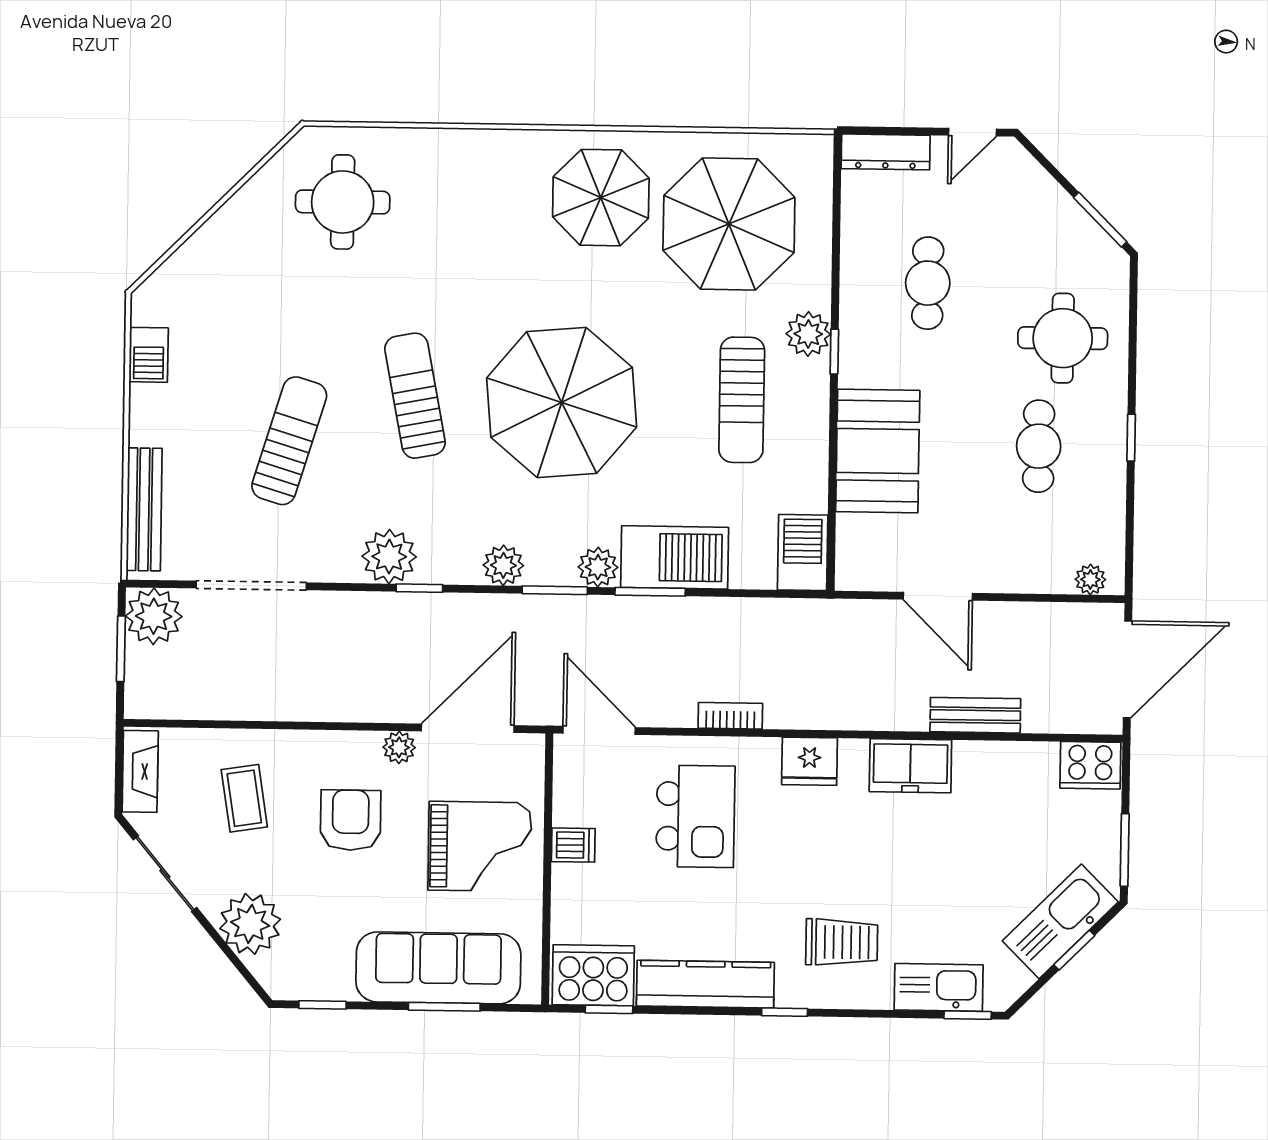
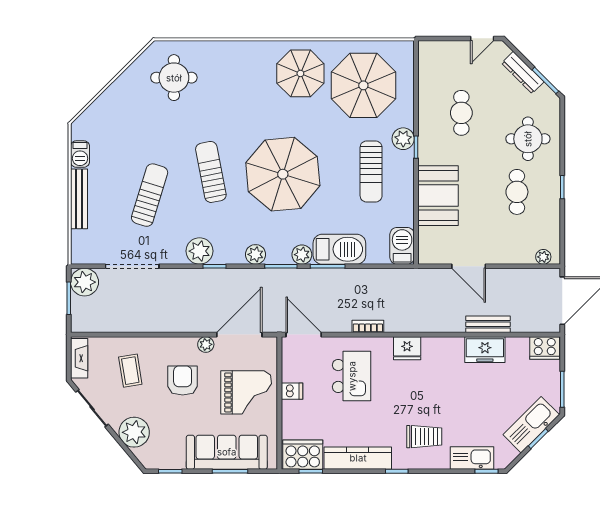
dresser: (886, 152) -> (523, 72), moved, turned 45
bench: (144, 509) -> (79, 199), moved
freezer: (910, 766) -> (485, 350), moved

